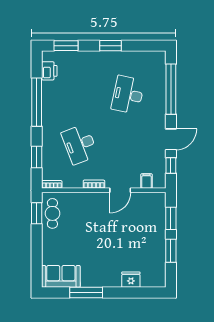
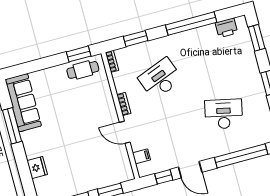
sofa: (61, 276) -> (23, 103), width x1.36

